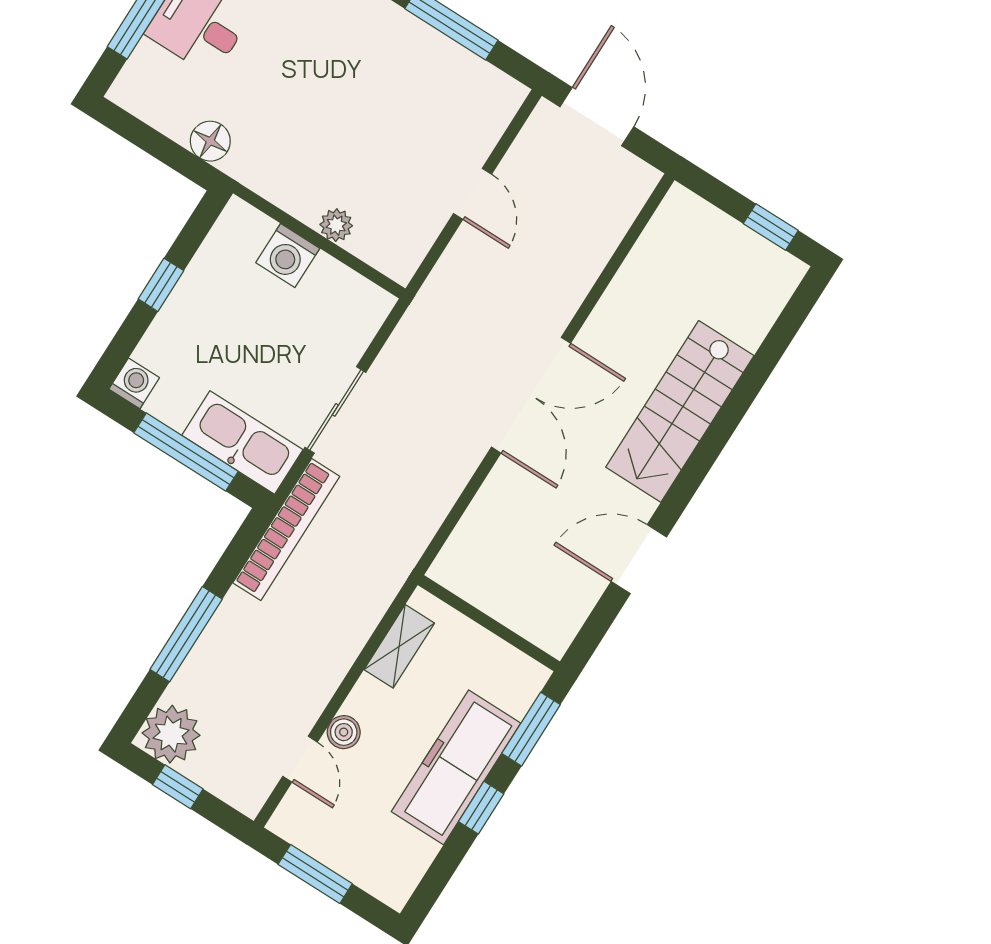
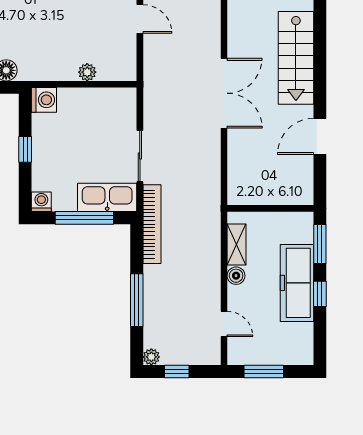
washing machine: (288, 255) -> (44, 100), moved, turned -90
boiler: (344, 732) -> (236, 276), moved
plant: (171, 734) -> (151, 357), width x0.53, depth x0.53

